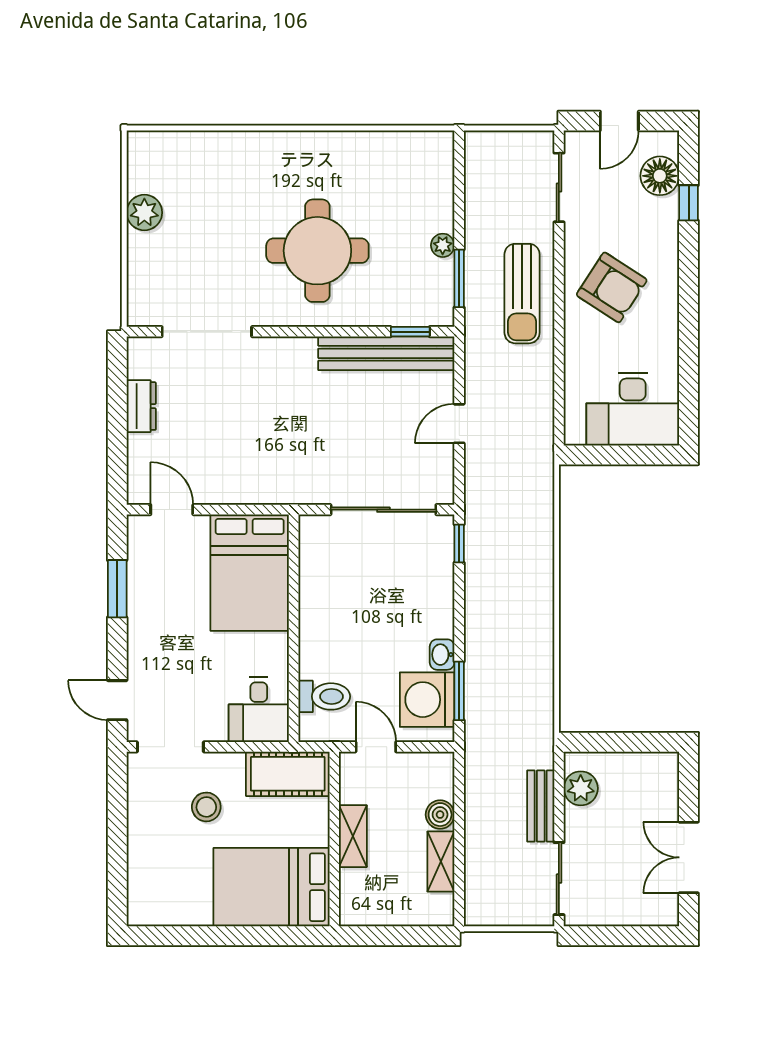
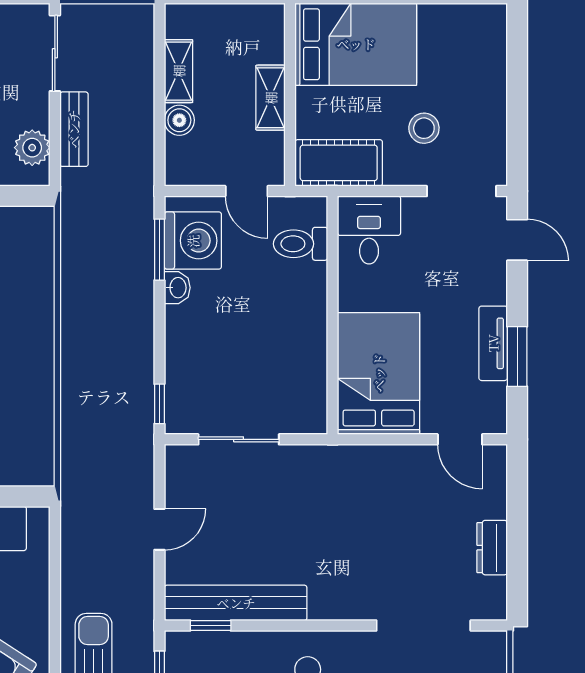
sliding door: (383, 510) -> (239, 439), width x0.73
tv unit: (140, 601) -> (493, 343), added

